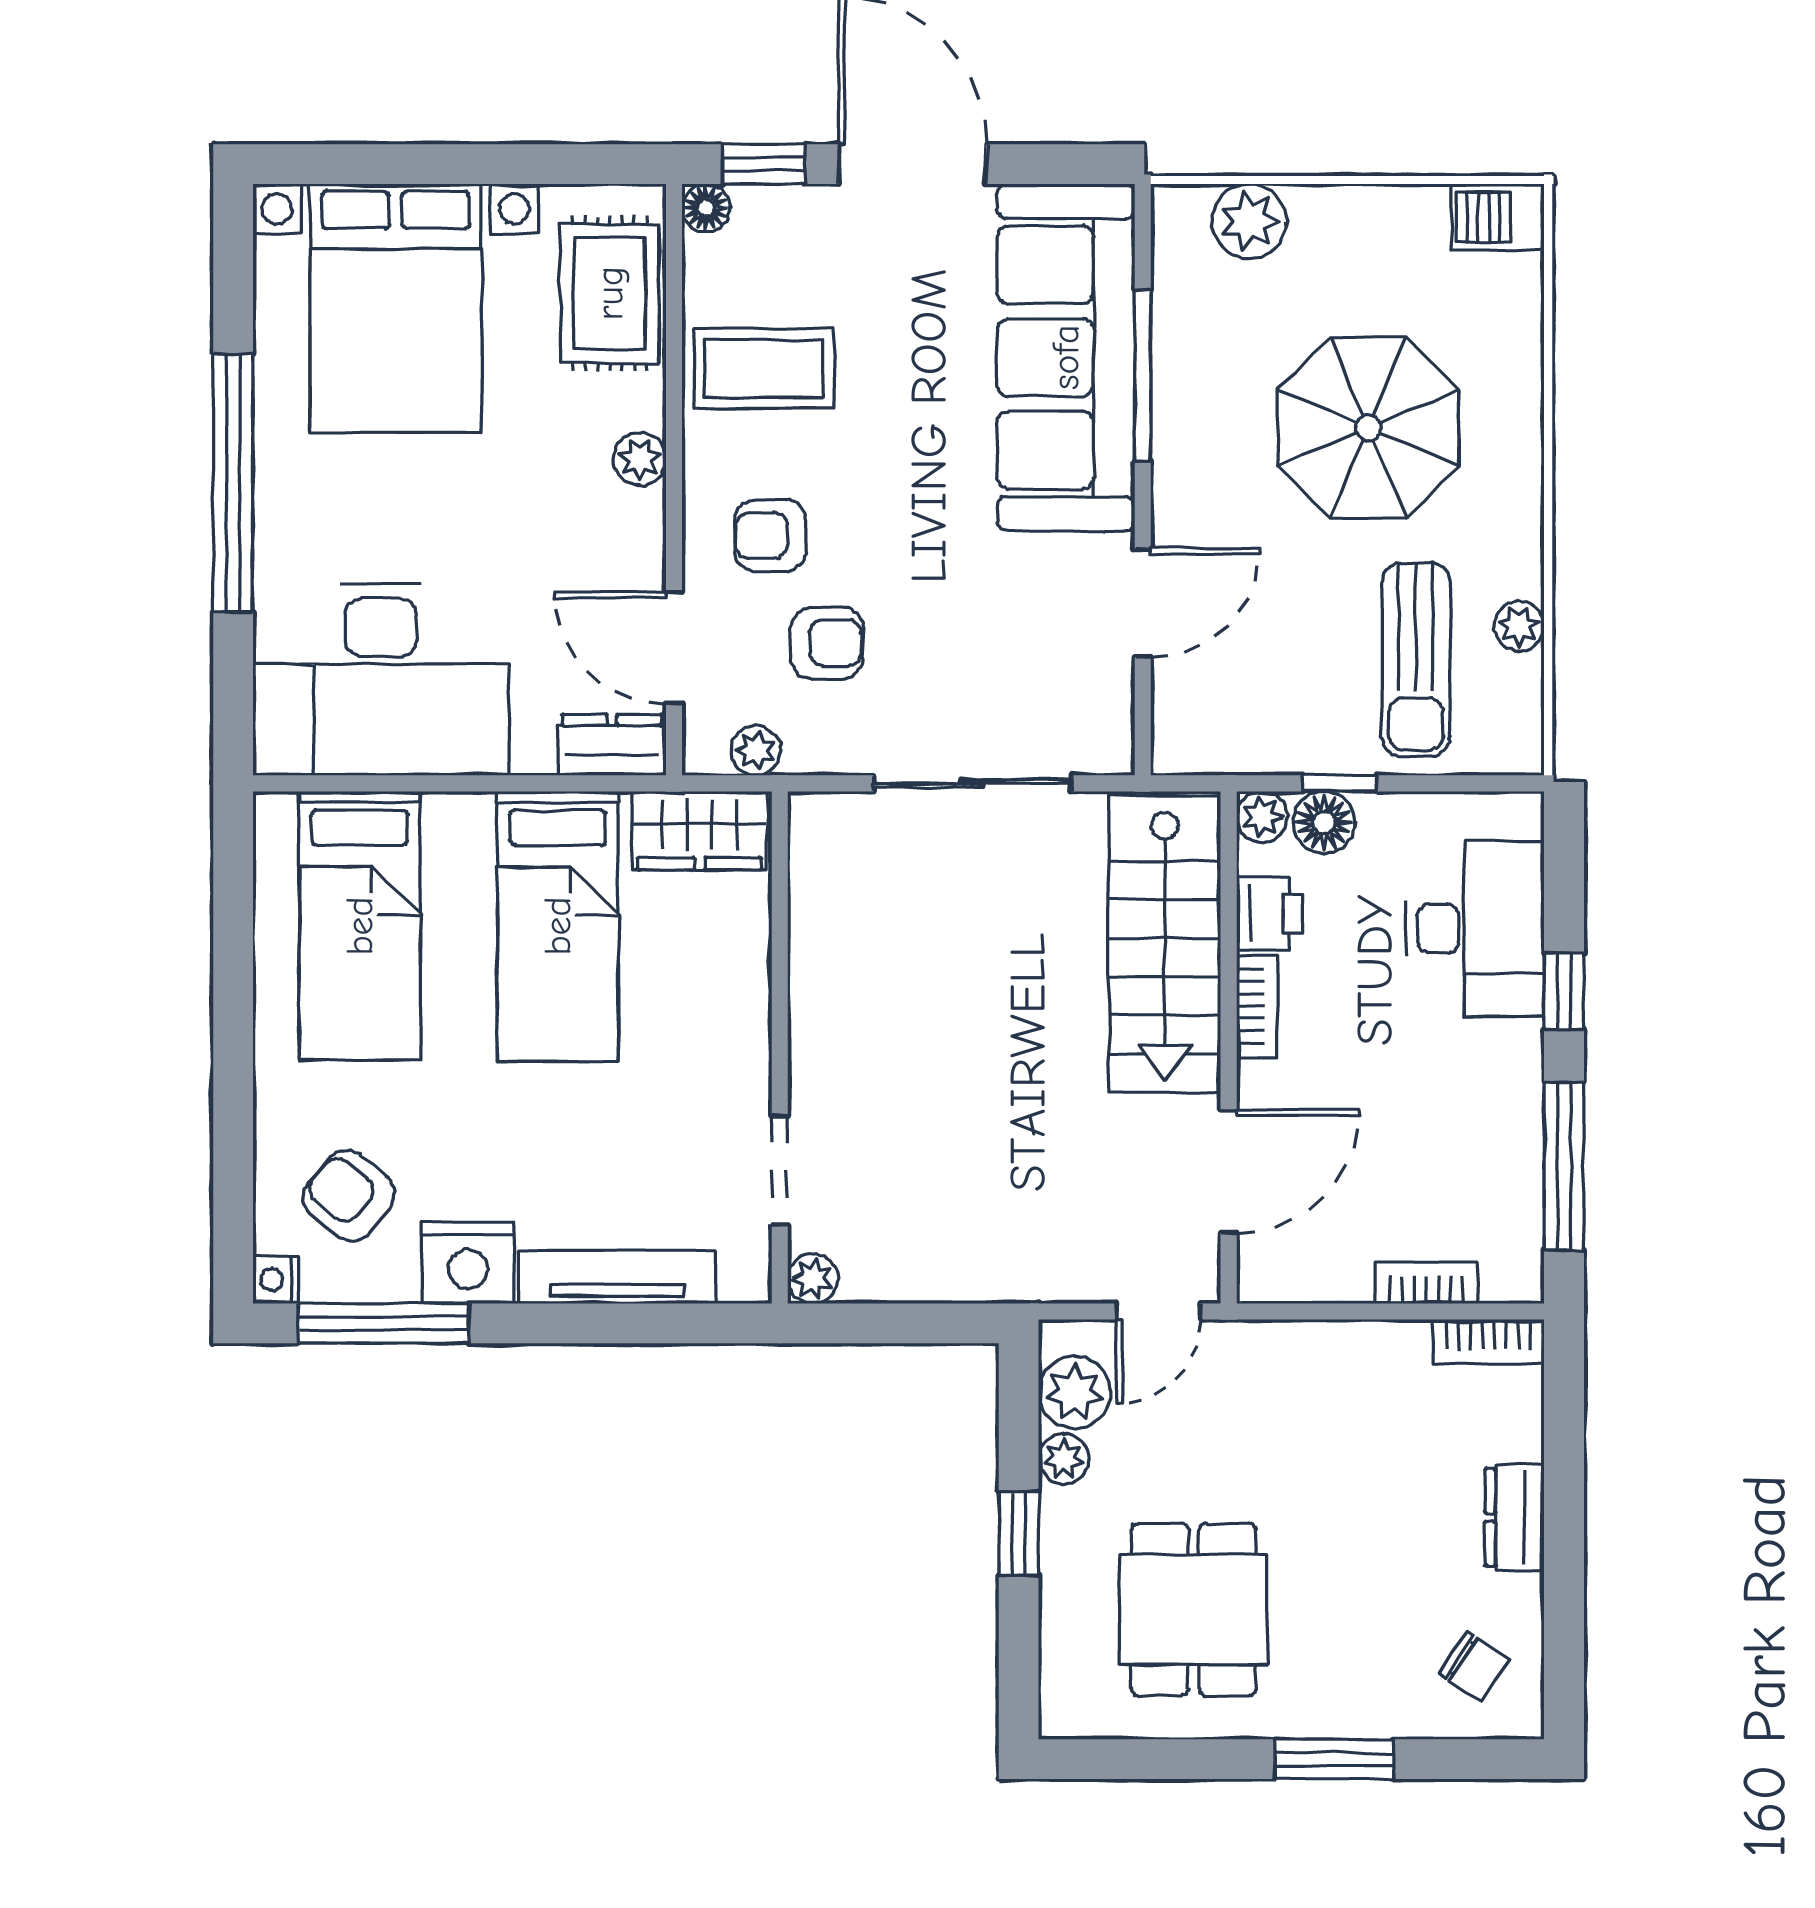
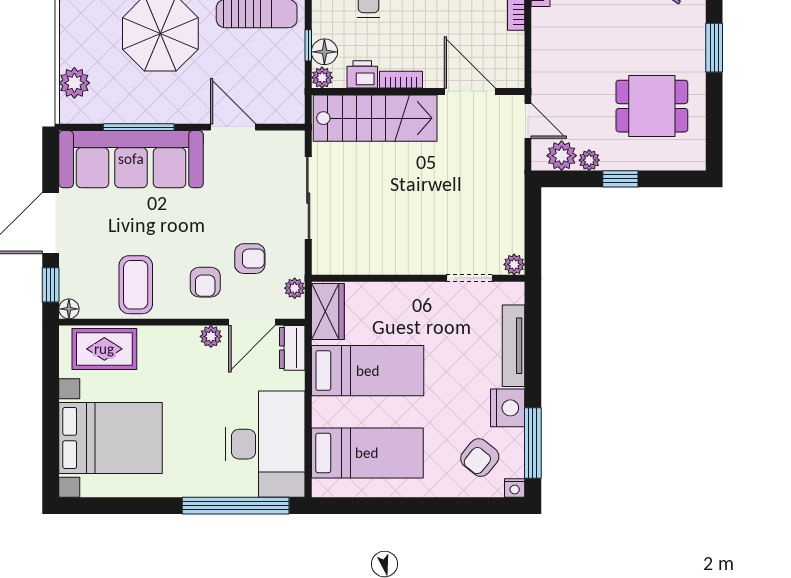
plant: (640, 459) -> (211, 336), moved
window: (233, 483) -> (236, 506), moved
armchair: (827, 643) -> (250, 259), turned 90

